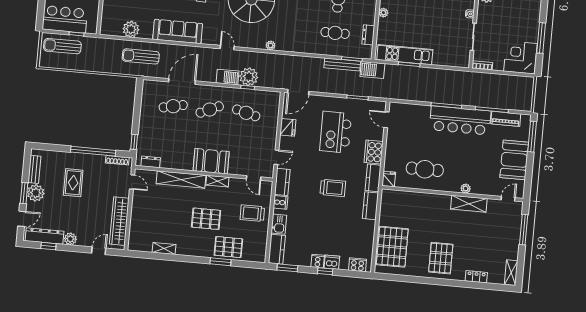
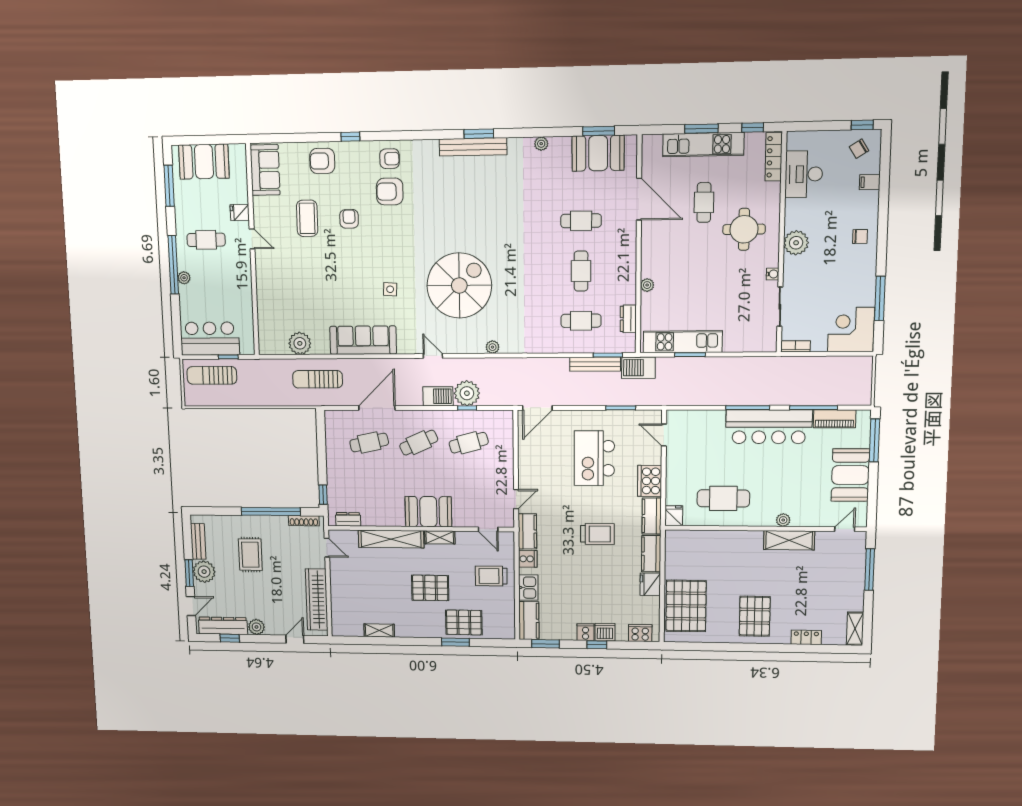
cafe table: (246, 113) -> (469, 443), turned -30
fridge: (288, 127) -> (650, 584), moved, turned 180

